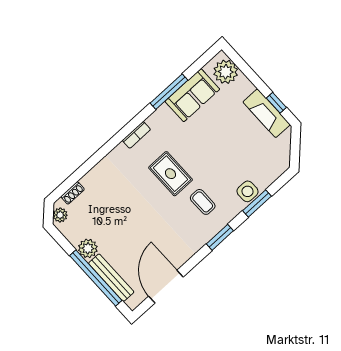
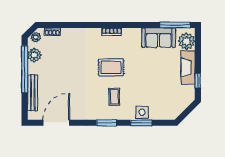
window: (169, 92) -> (175, 25), moved
fireplace: (267, 113) -> (188, 67), moved
rug: (170, 174) -> (111, 67), turned 90
plant: (88, 248) -> (34, 55), moved
window: (96, 278) -> (25, 69), moved

